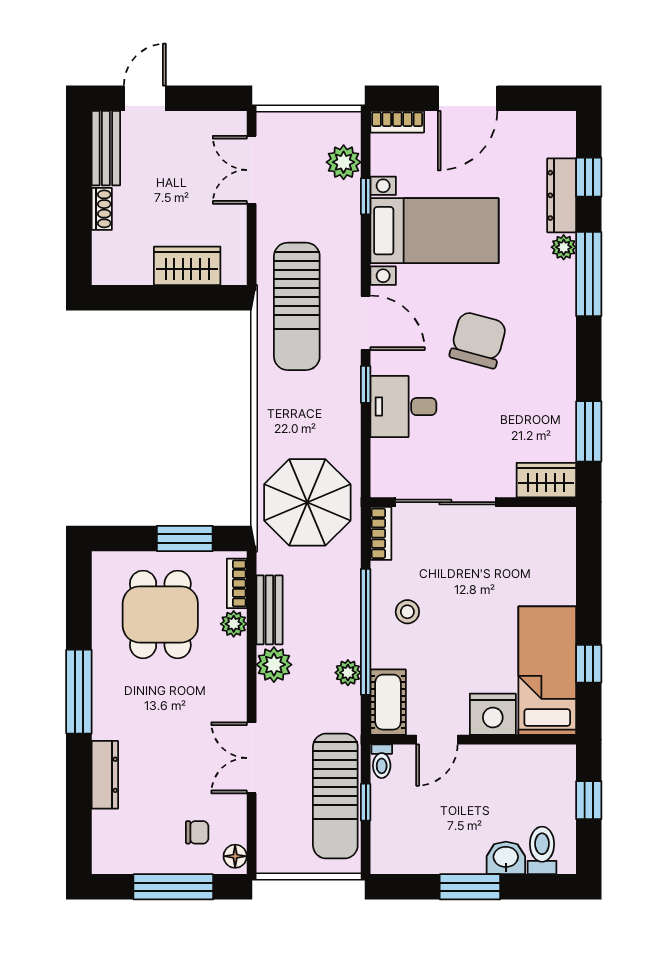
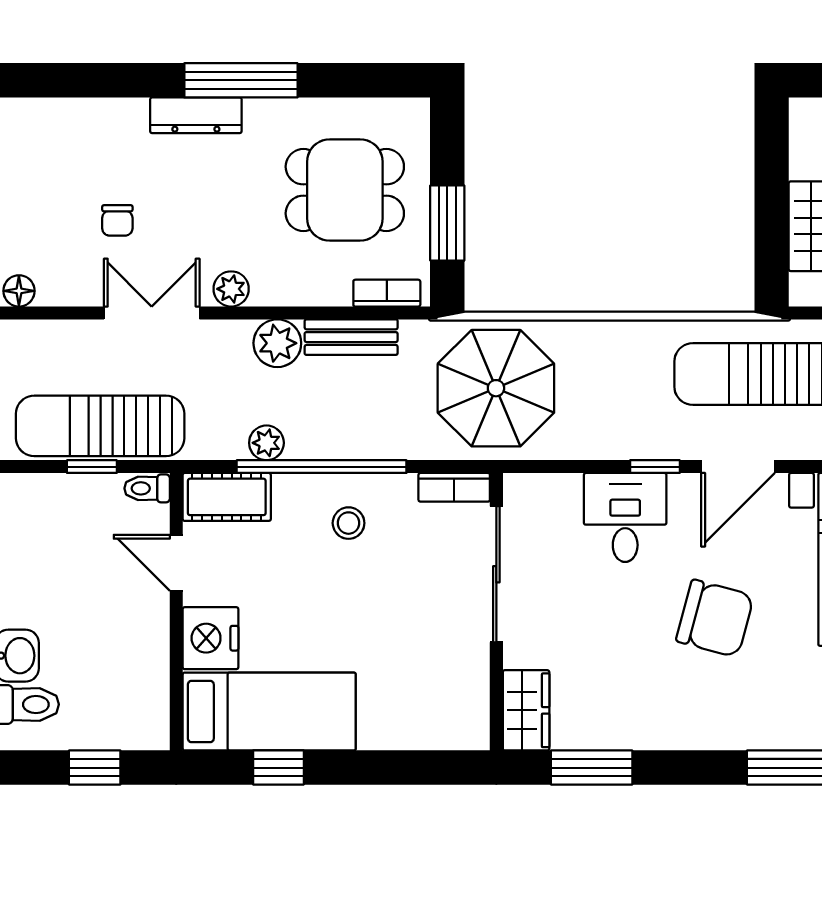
plant: (234, 624) -> (231, 289), moved
dresser: (105, 775) -> (196, 115), moved
chair: (197, 832) -> (117, 220), moved

